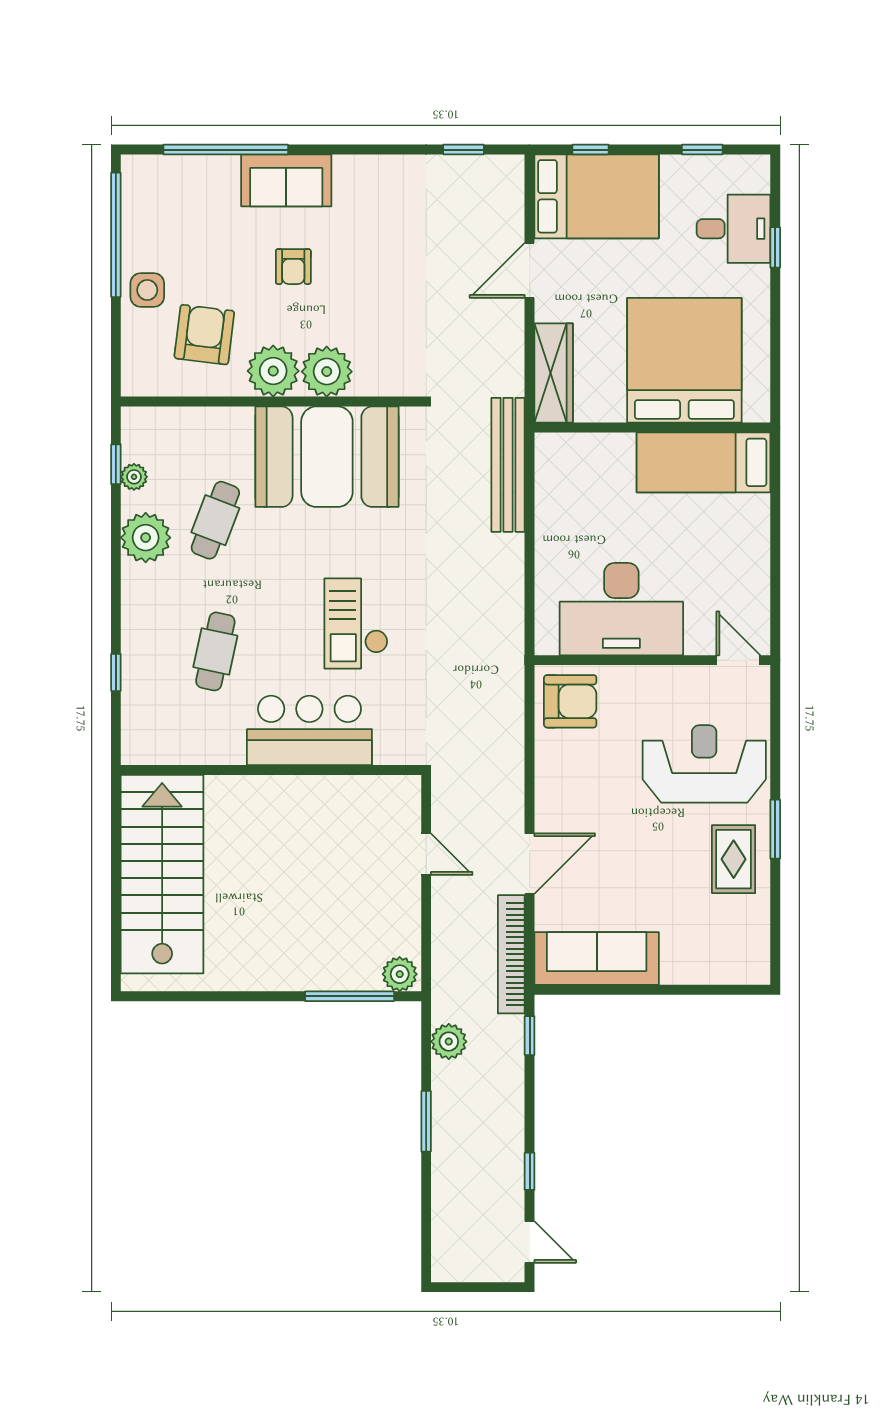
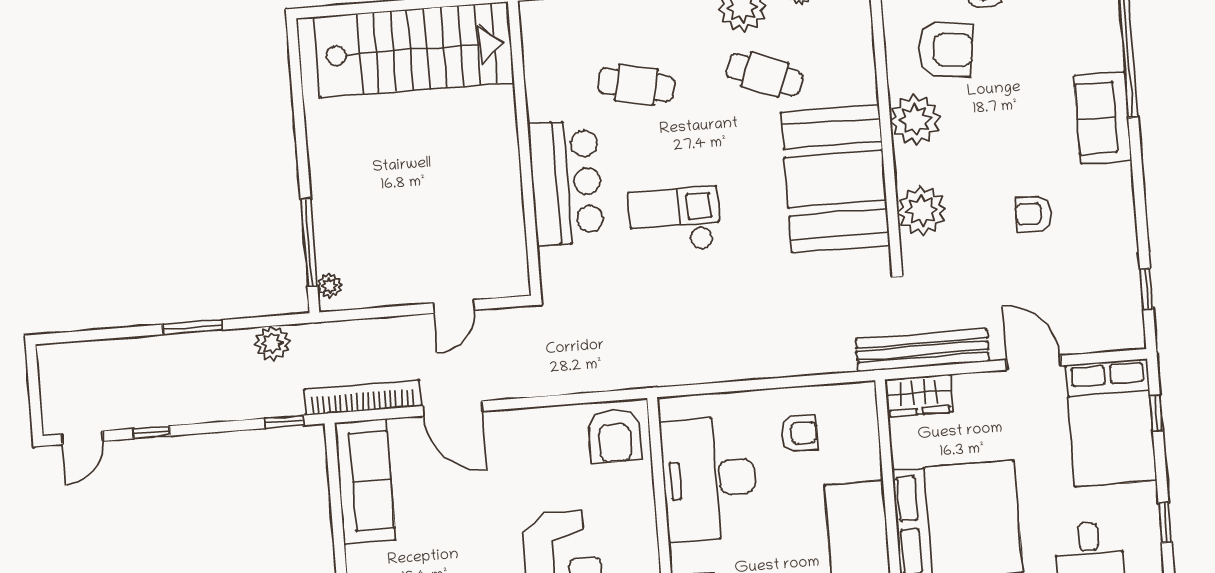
armchair: (293, 267) -> (1033, 214), moved
plant: (327, 372) -> (922, 211), moved
wardrobe: (554, 373) -> (919, 396), width x0.67
bench: (508, 465) -> (922, 350), moved
armchair: (582, 514) -> (799, 433), added
plant: (400, 974) -> (329, 286), width x0.73, depth x0.73

